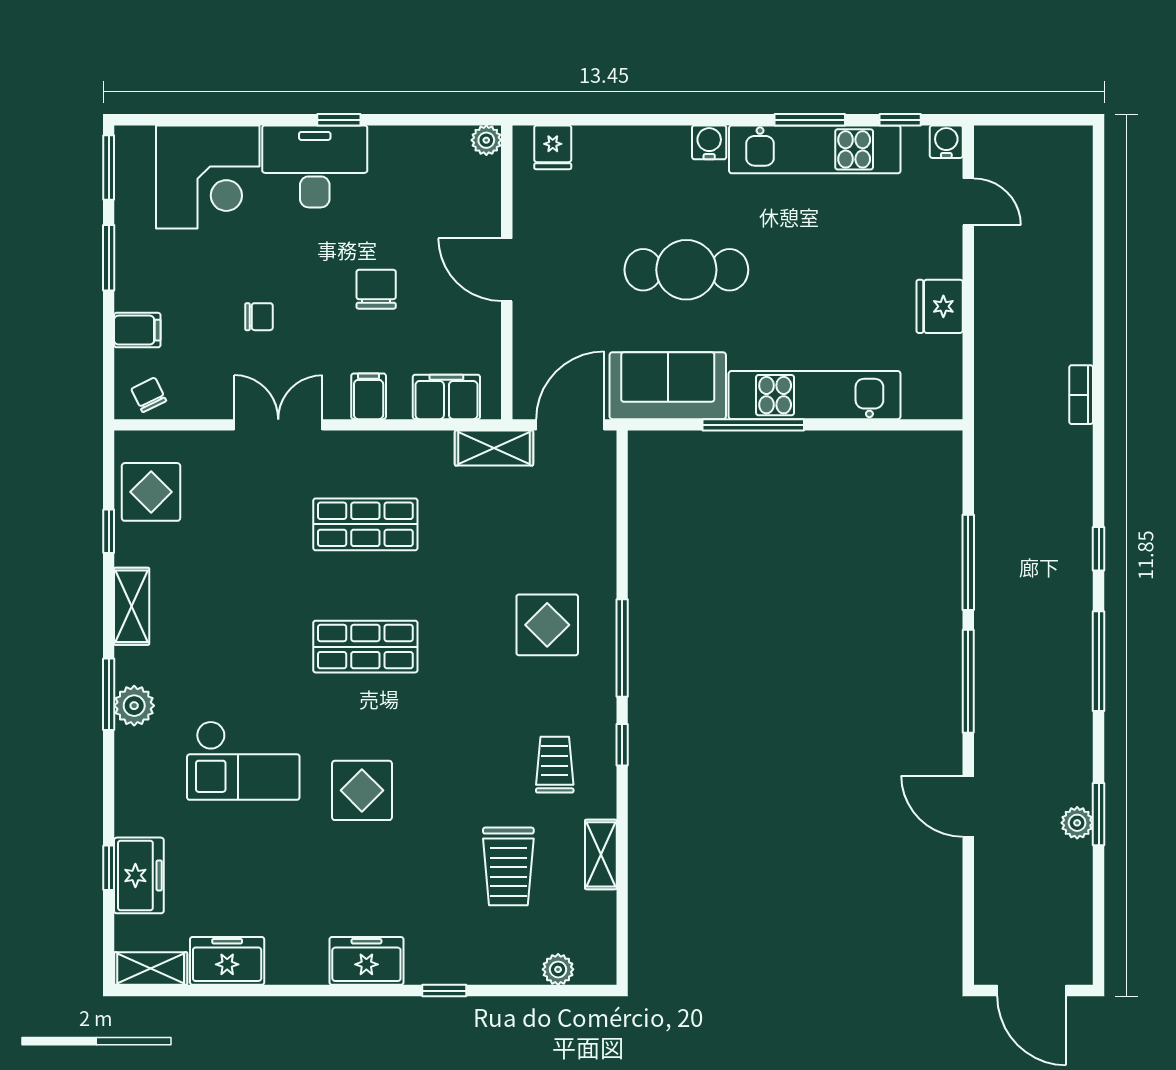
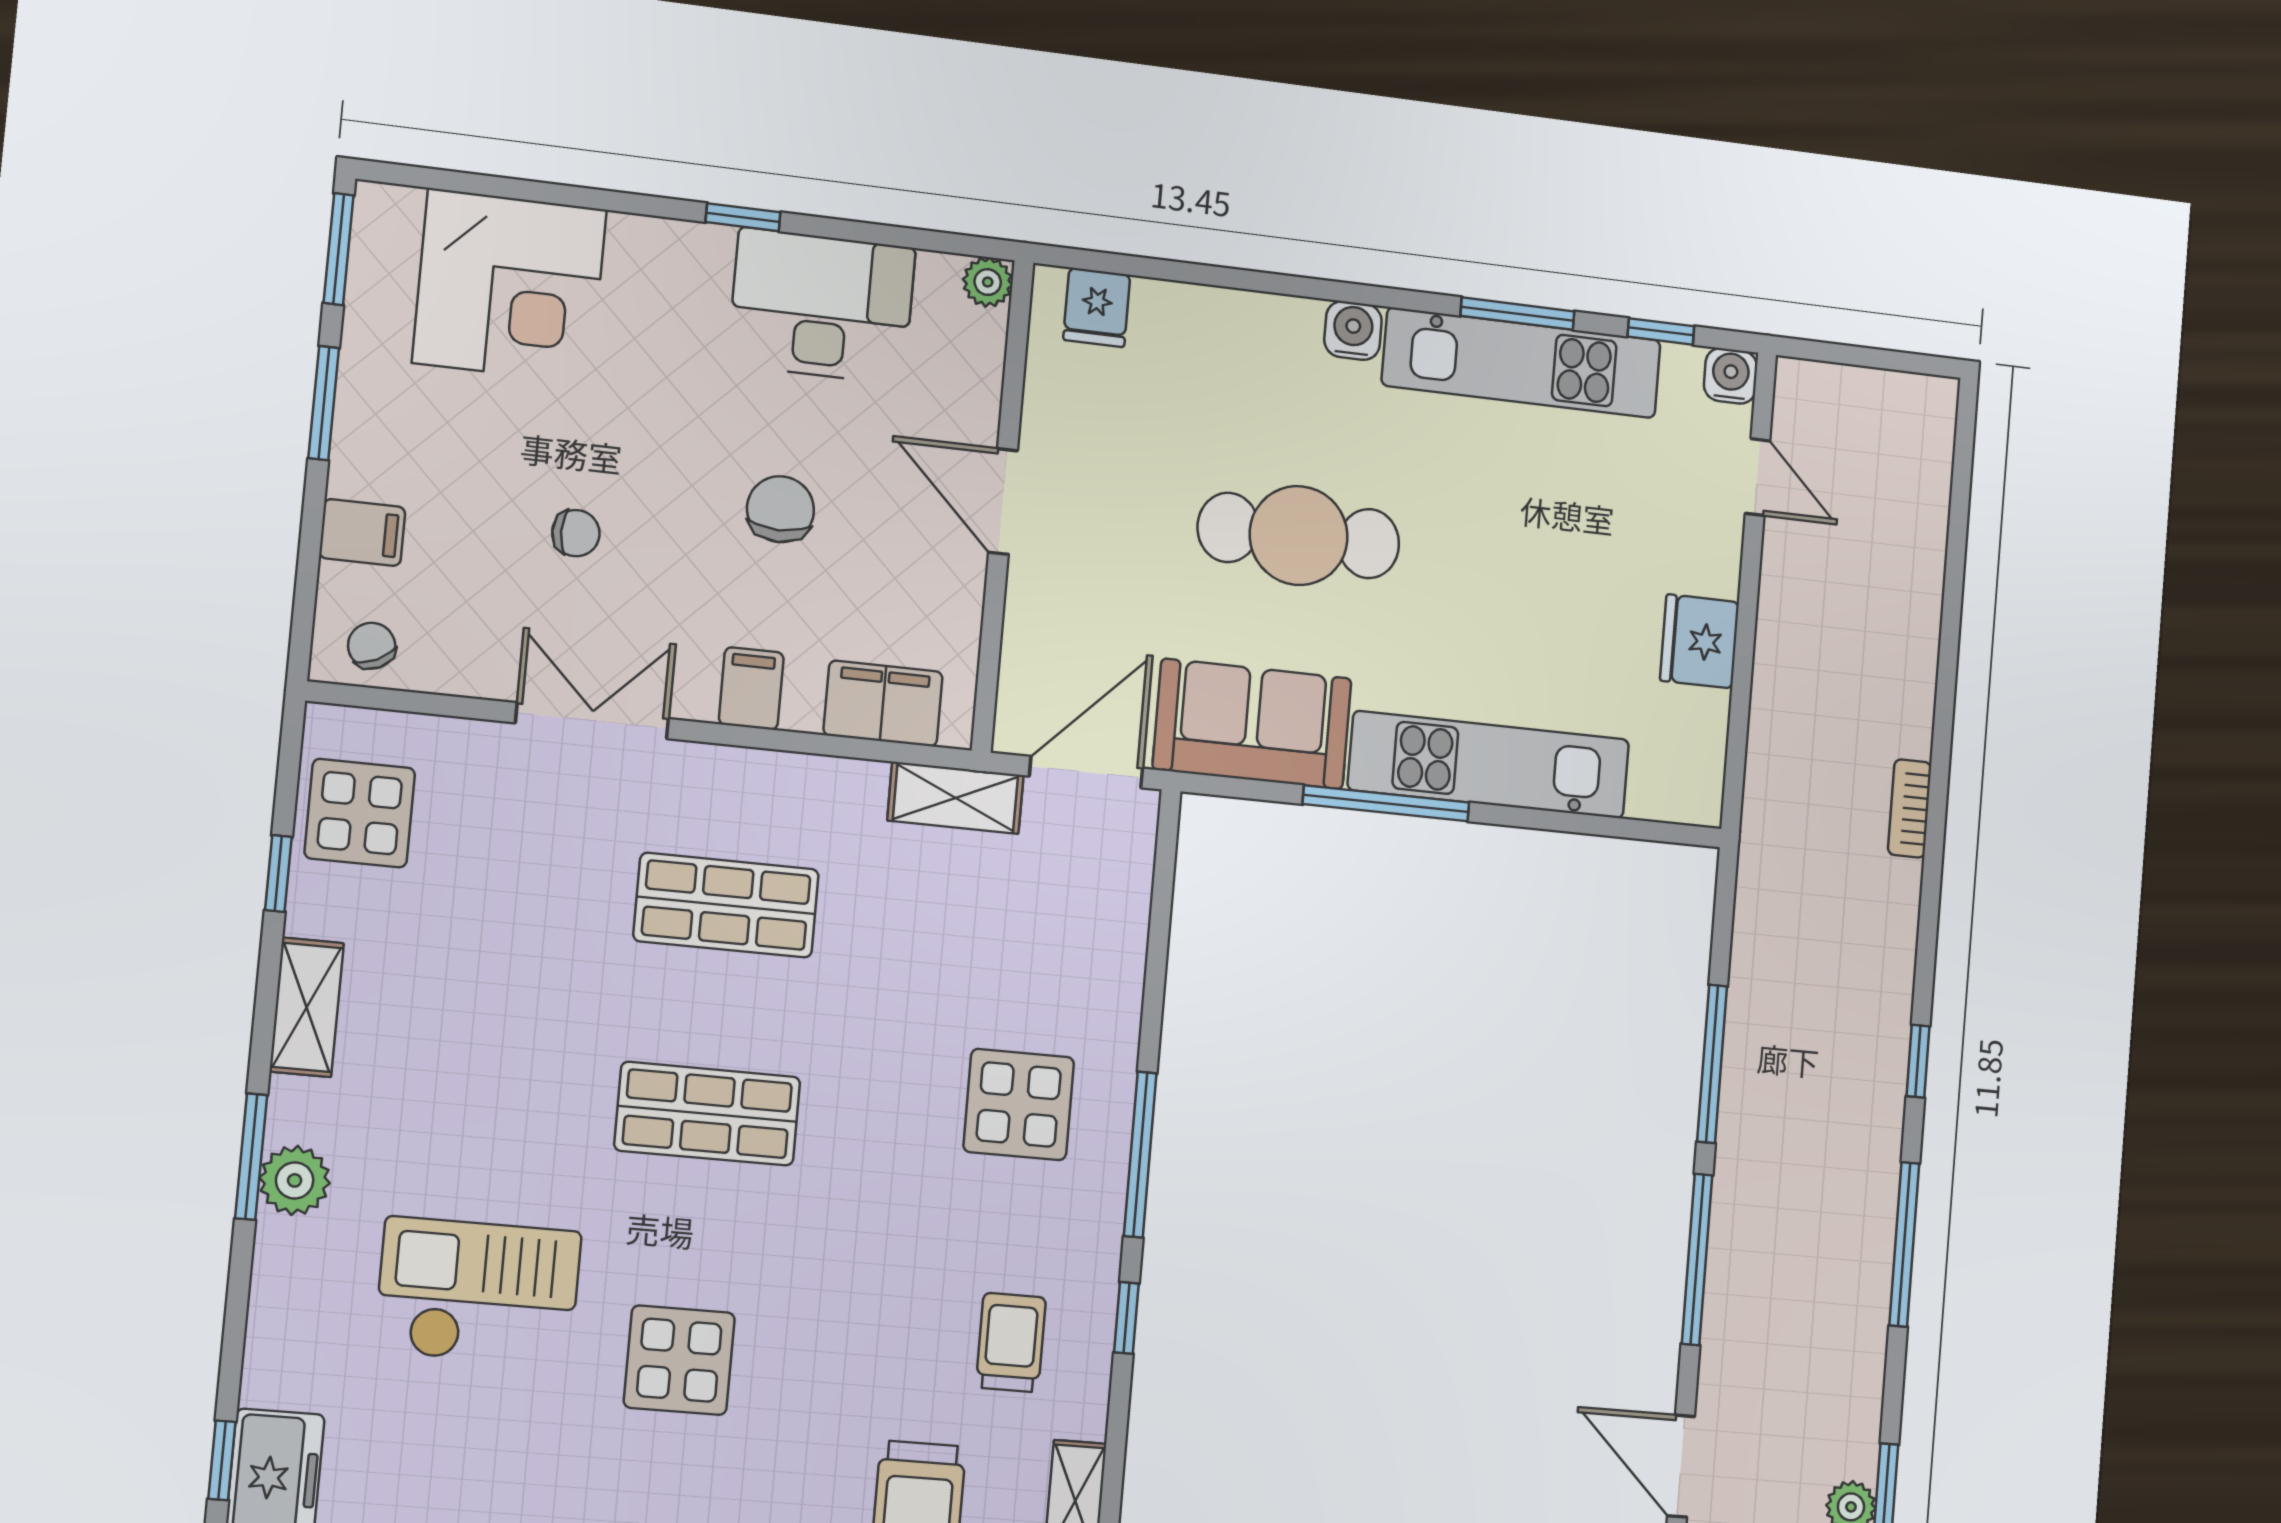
desk: (315, 166) -> (822, 306), moved
checkout: (243, 761) -> (478, 1292), turned 180

